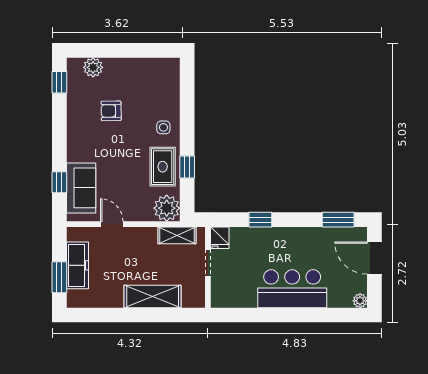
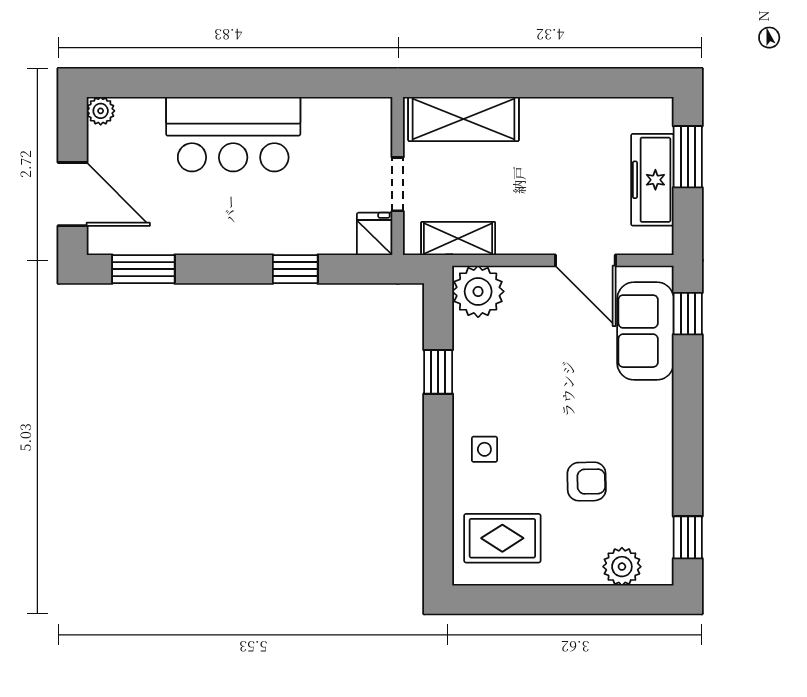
rug: (163, 167) -> (502, 538), moved, turned 90
window: (59, 182) -> (688, 314), moved
door: (112, 224) -> (585, 260), width x1.38
shelving: (153, 297) -> (464, 119), moved

